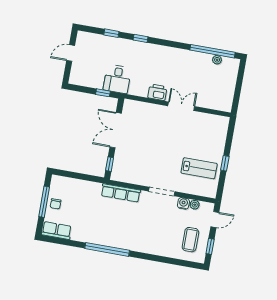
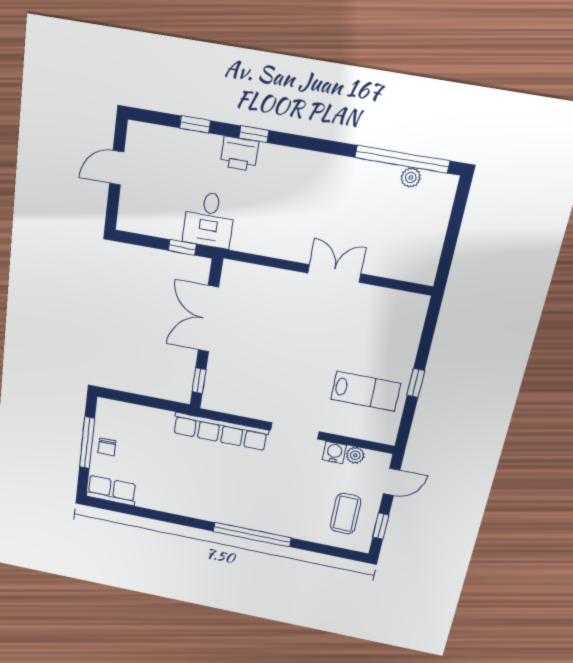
printer: (157, 92) -> (239, 154), moved, turned 180
row of seats: (121, 193) -> (220, 431), width x1.36
window: (107, 249) -> (252, 535), moved

